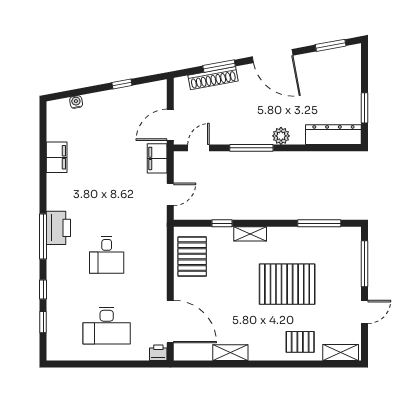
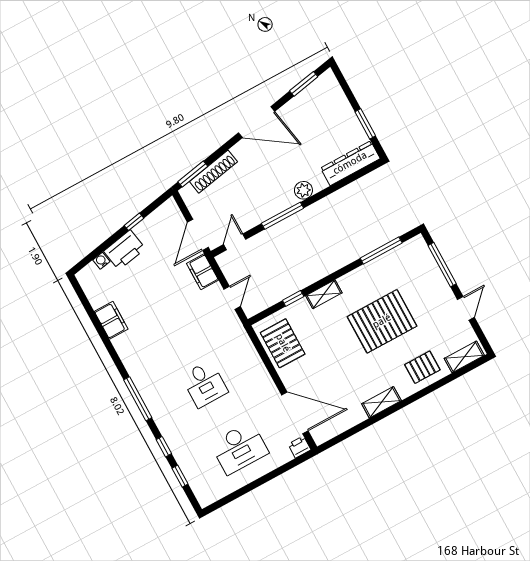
window: (219, 66) -> (193, 174), moved
printer: (58, 228) -> (125, 250), moved, turned 79
shelving: (230, 353) -> (381, 402), moved

